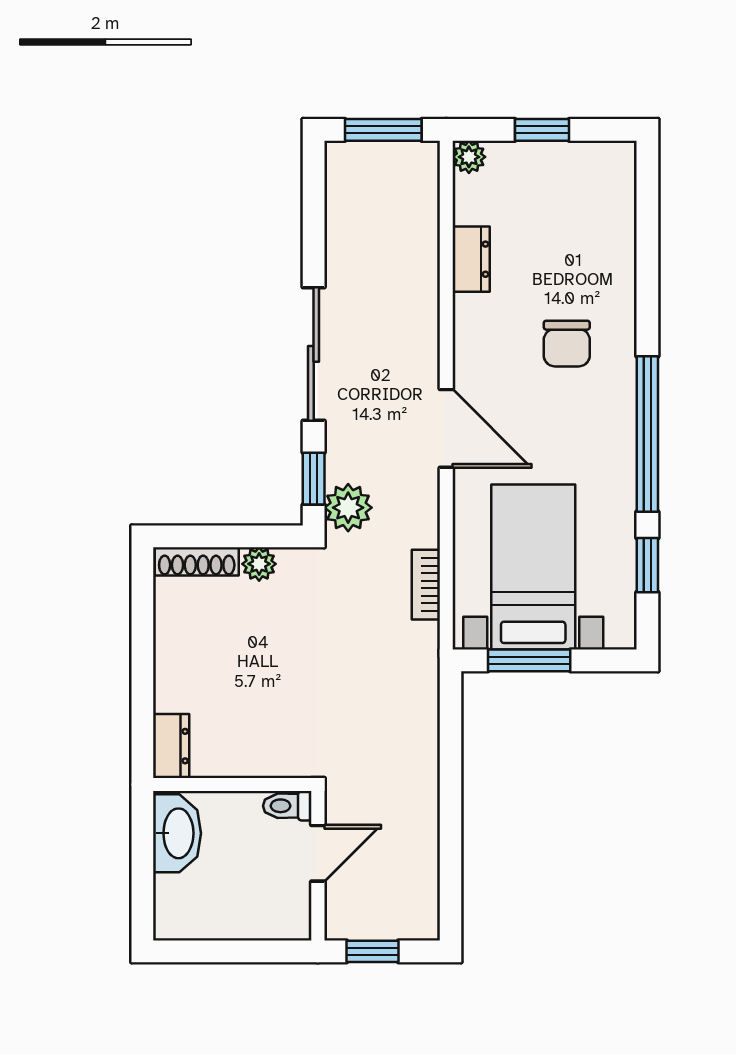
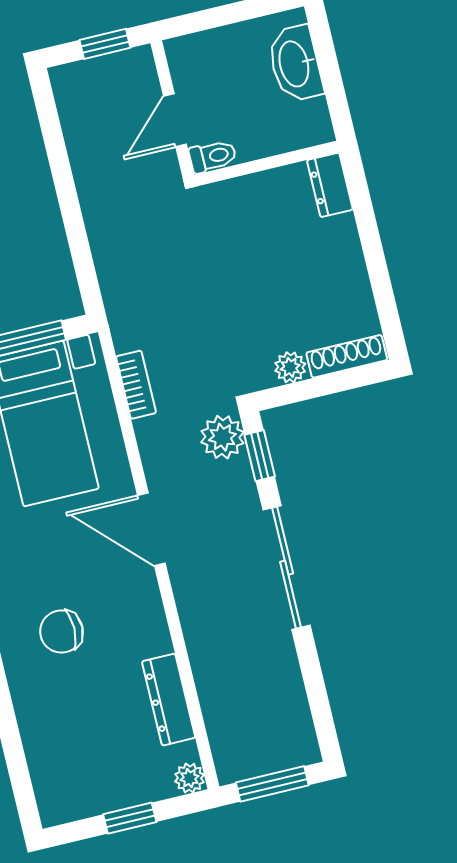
dresser: (471, 259) -> (169, 700), width x1.44
chair: (567, 344) -> (61, 632), turned -90
washbasin: (177, 833) -> (295, 64), moved

